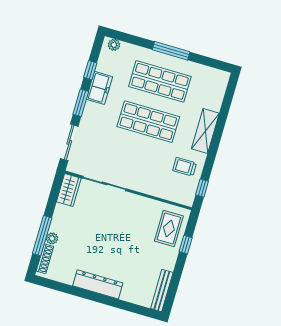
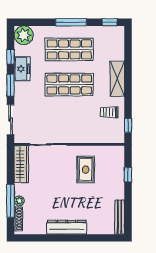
plant: (114, 45) -> (24, 35), width x1.87, depth x1.87
window: (215, 64) -> (110, 22), added
wardrobe: (69, 190) -> (21, 164), width x1.50
rug: (169, 229) -> (86, 170), moved

